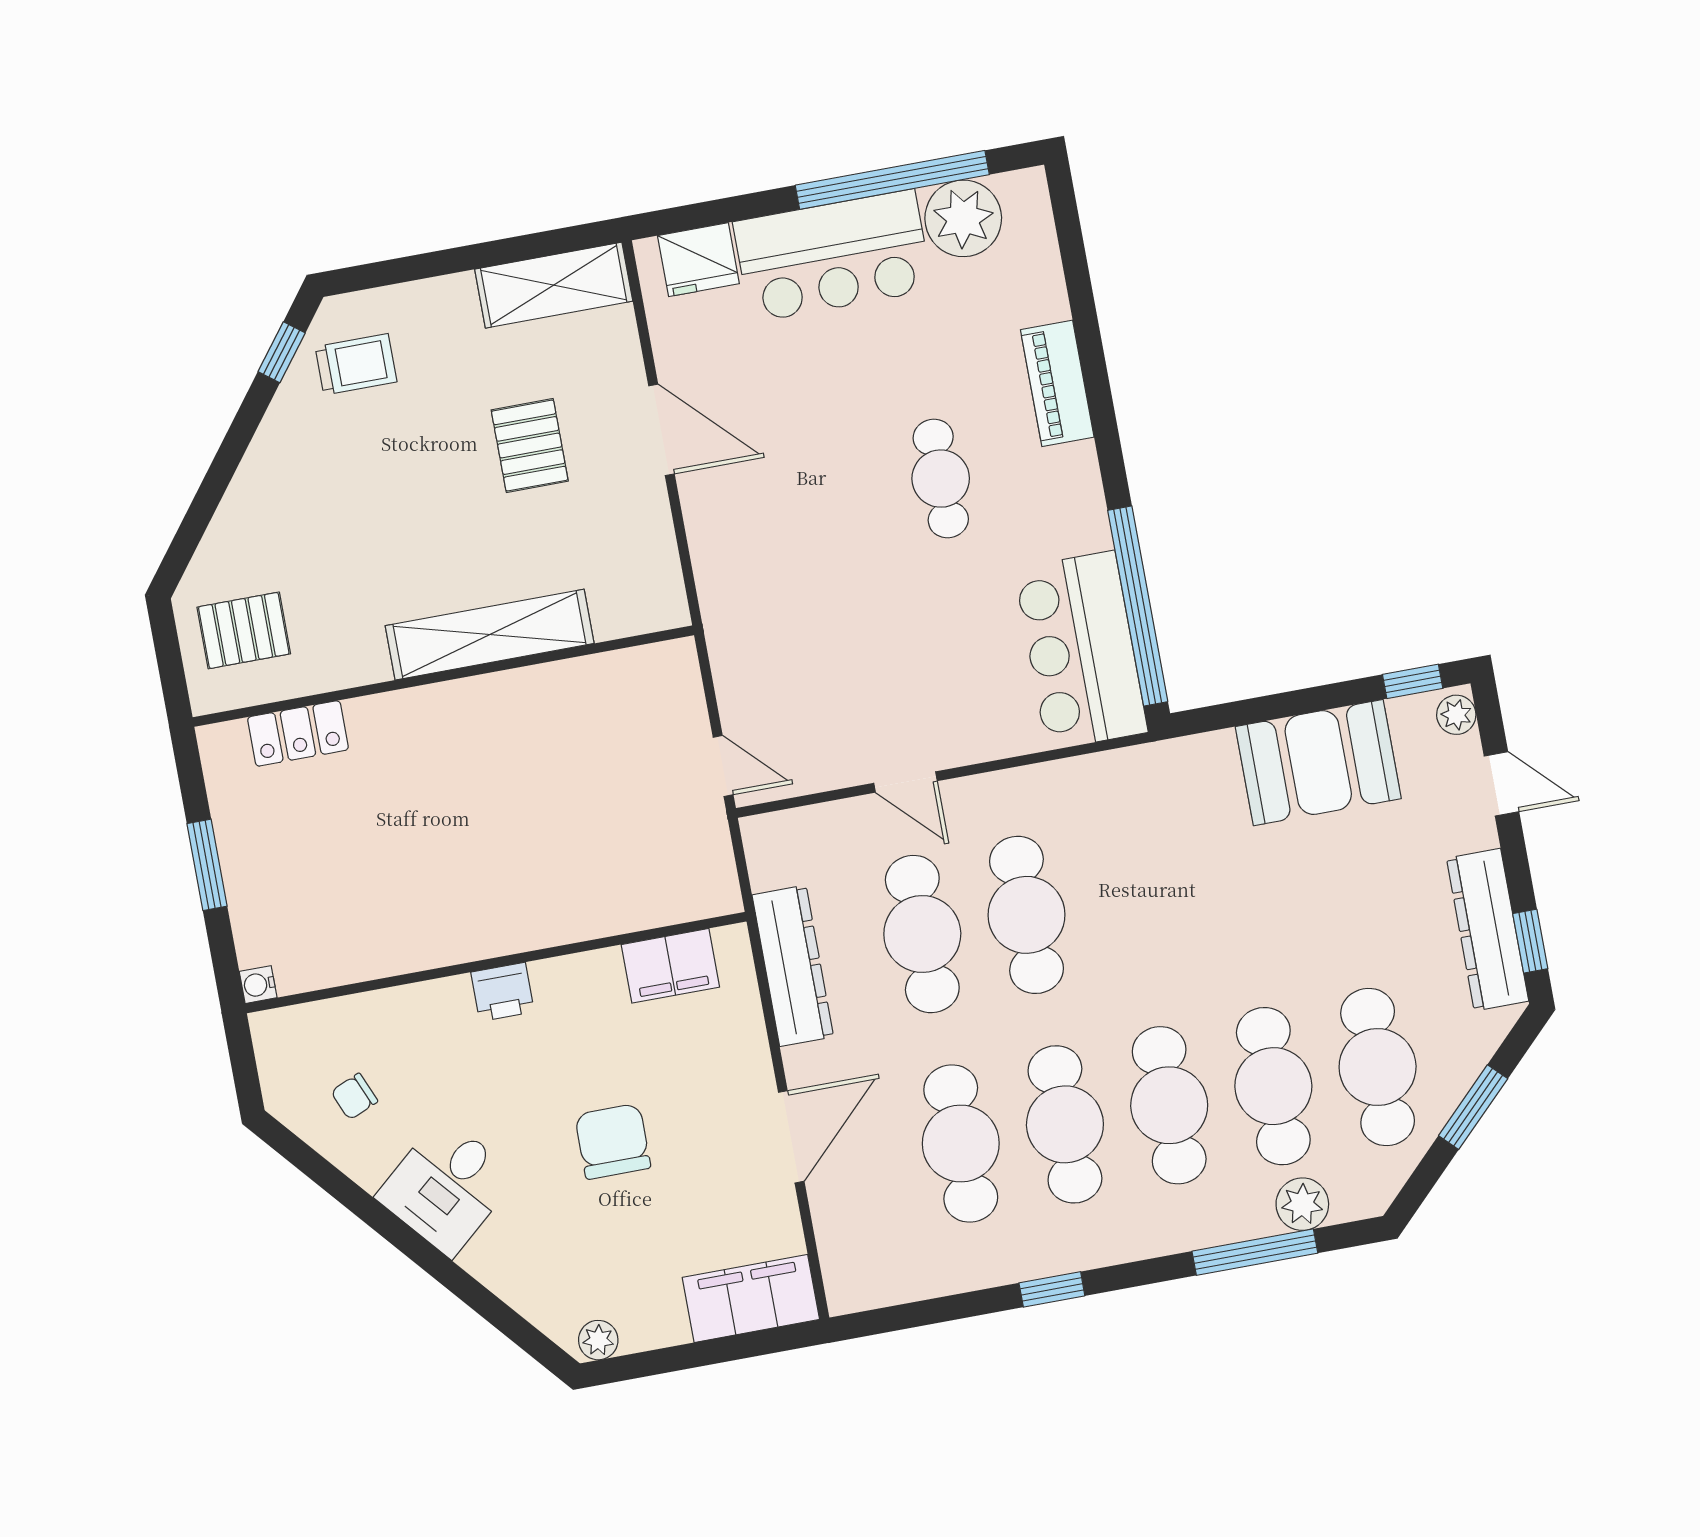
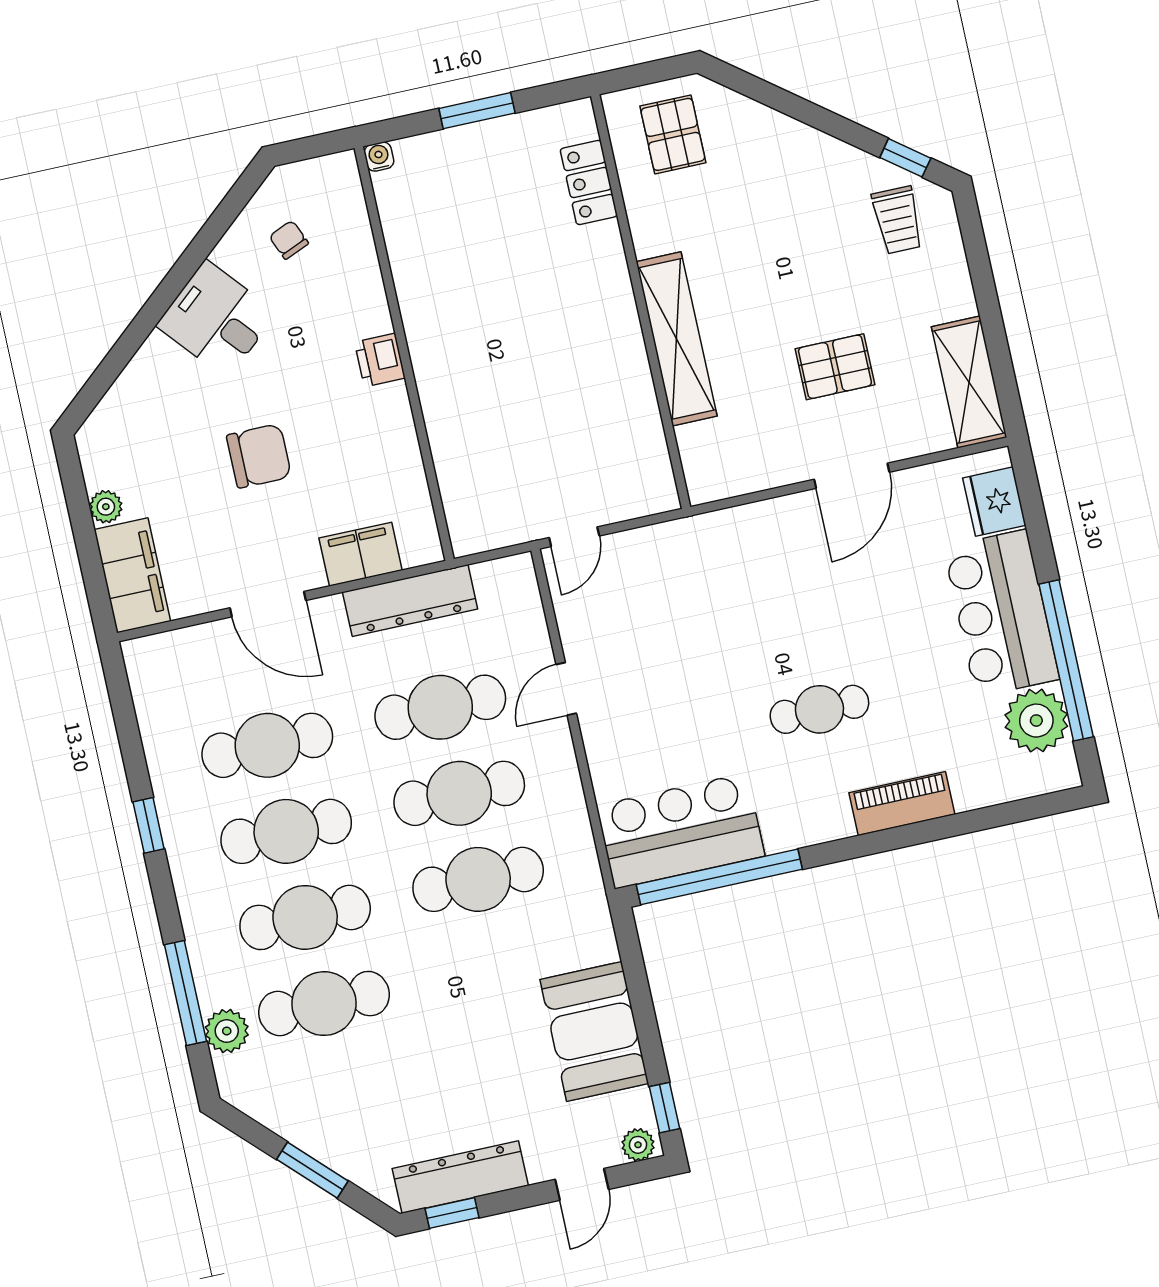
filing cabinet: (670, 966) -> (361, 554), moved, turned 90
cafe table: (1378, 1067) -> (478, 879), moved
plant: (598, 1340) -> (106, 507), moved

